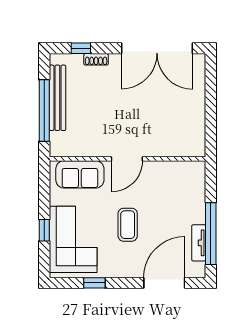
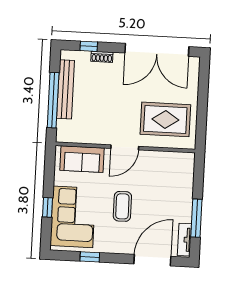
rug: (170, 125) -> (165, 119), added
window: (211, 234) -> (196, 218), width x0.68
tv unit: (199, 243) -> (184, 240), moved

